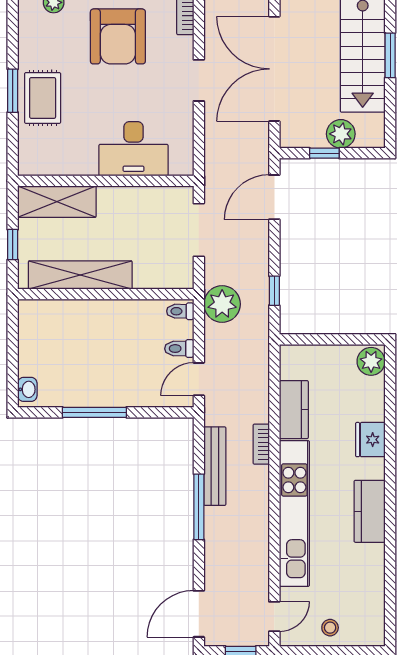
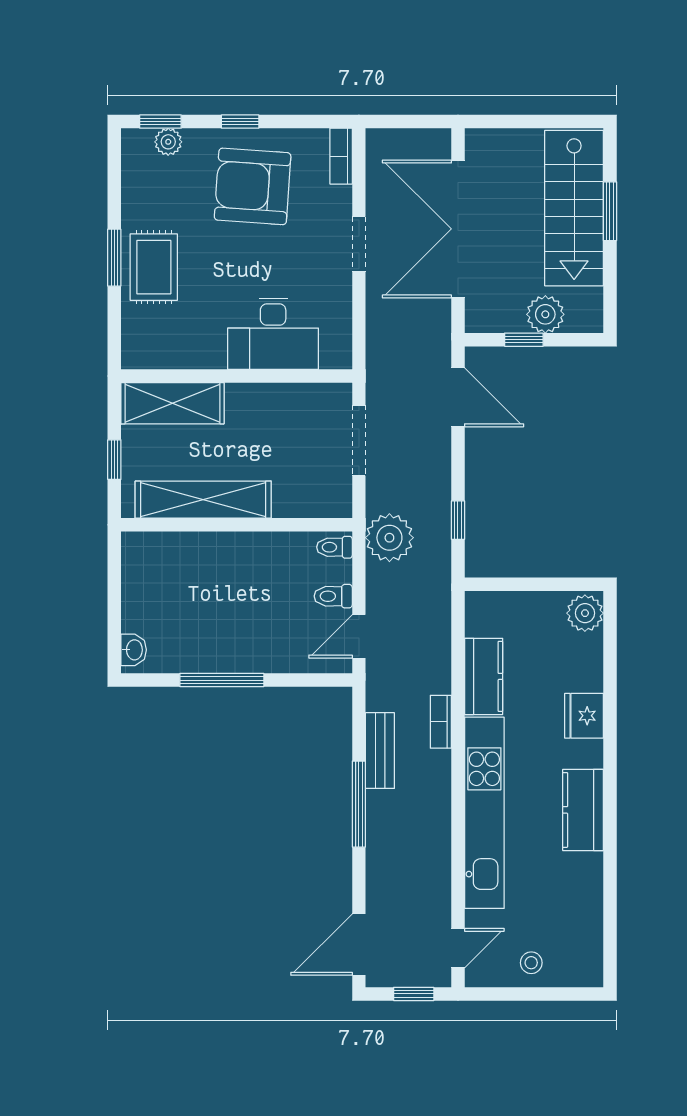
armchair: (118, 36) -> (253, 186), turned 94
door: (274, 197) -> (458, 397), swing flipped
bench: (215, 466) -> (380, 751), width x0.73

